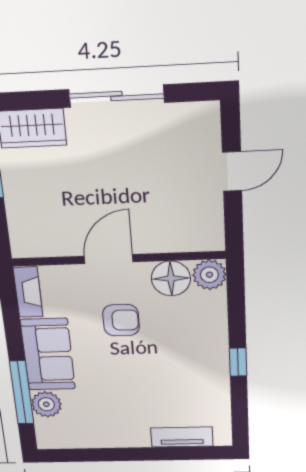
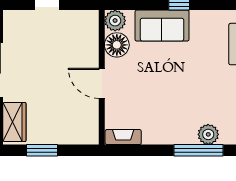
armchair: (121, 320) -> (146, 79), removed
sofa: (48, 354) -> (162, 26), moved, turned 180

